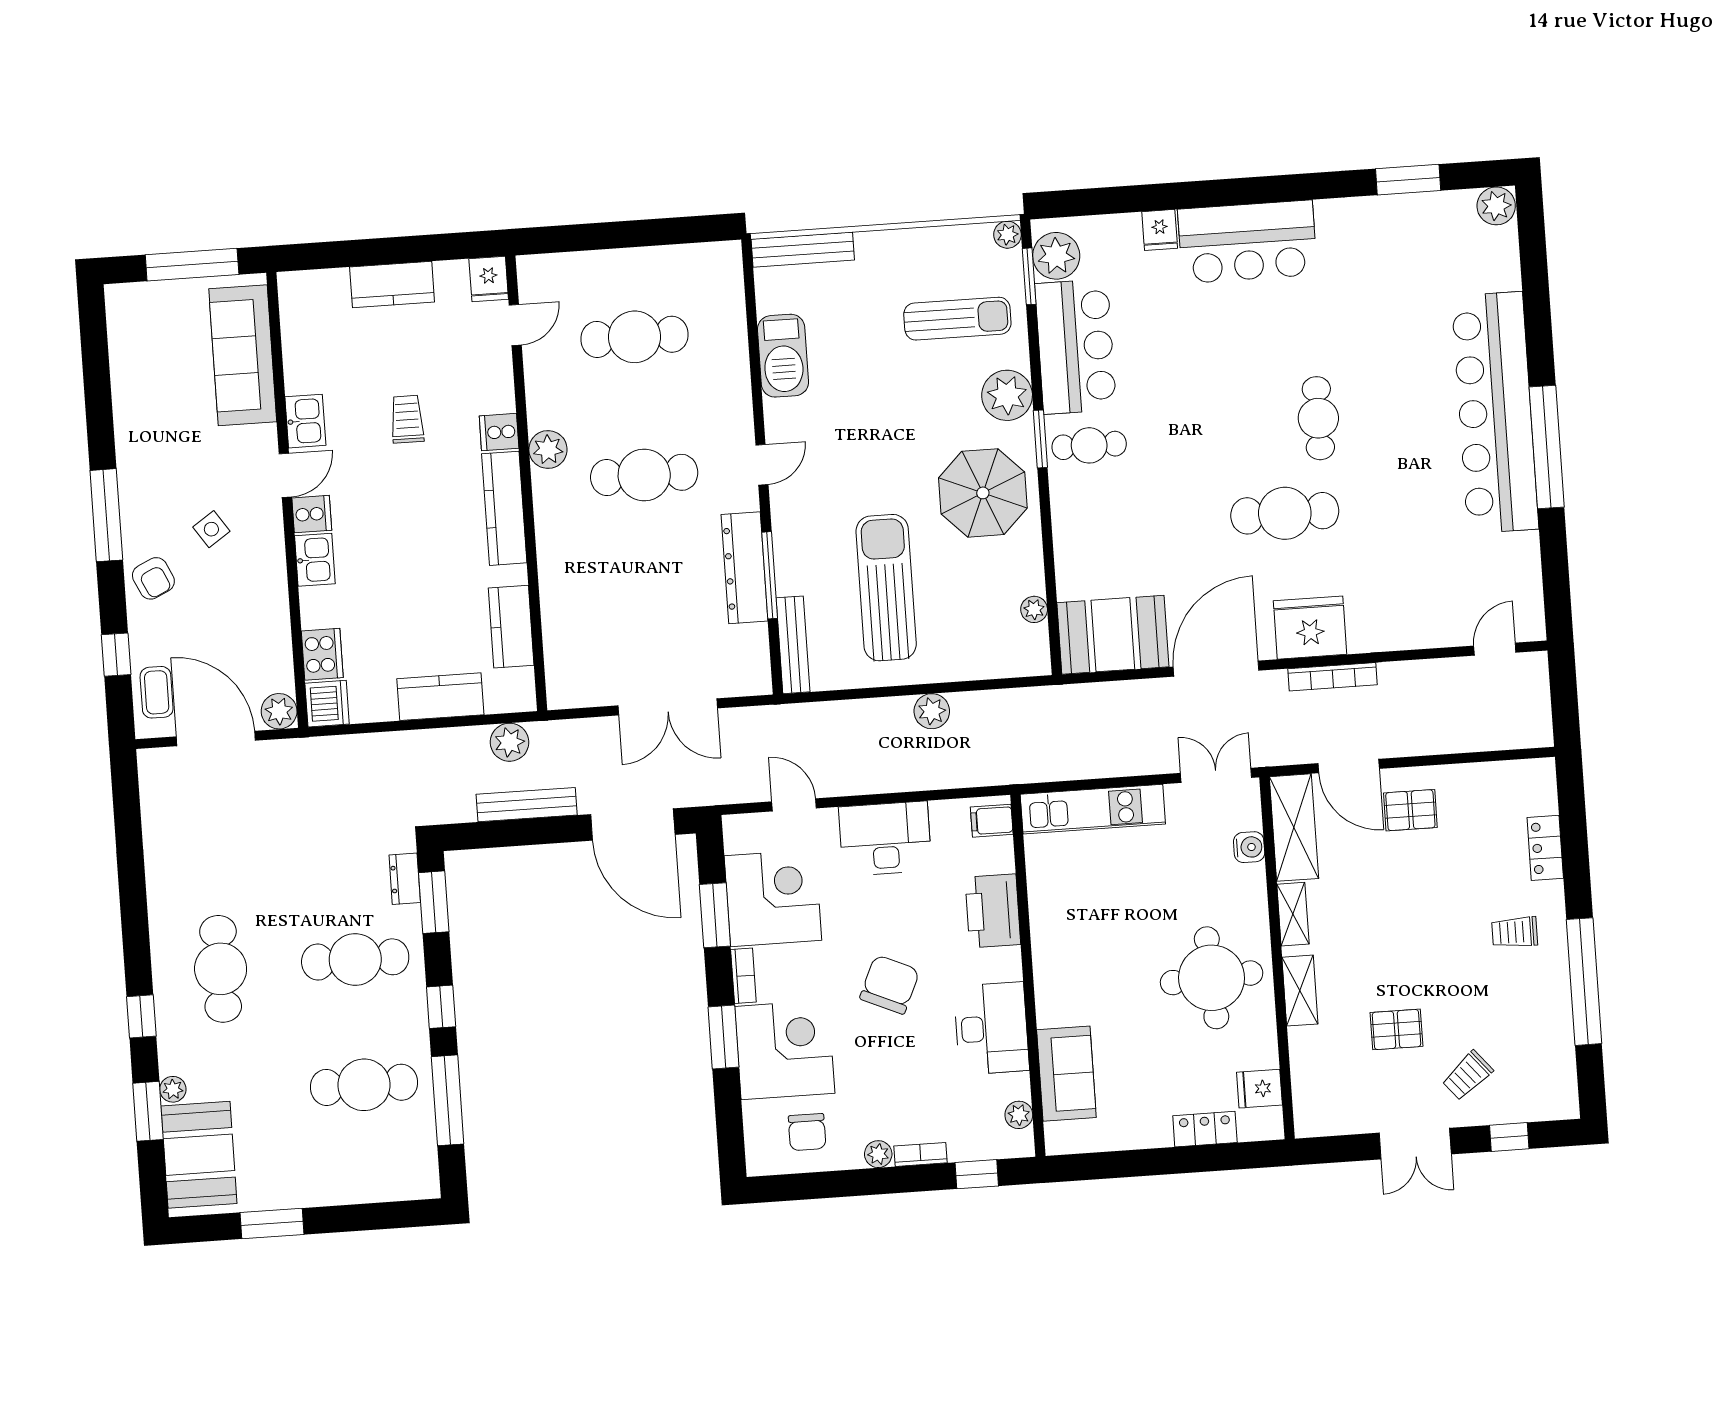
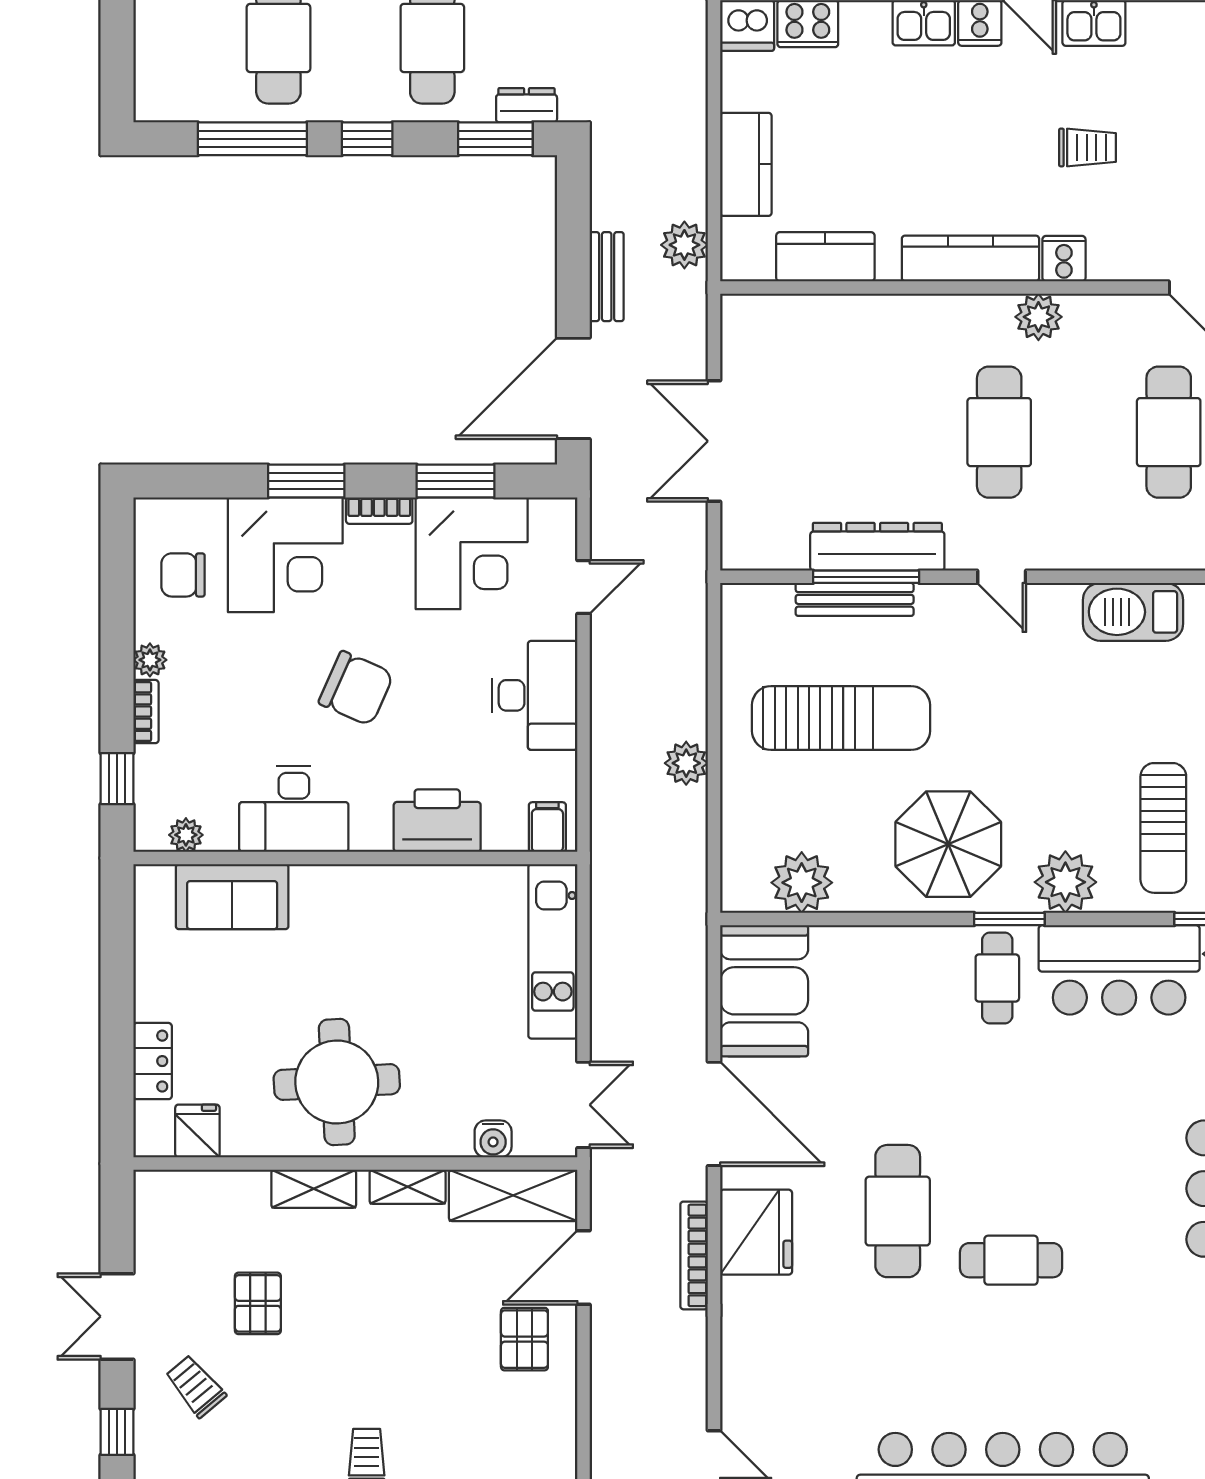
plant: (1034, 609) -> (802, 883), width x1.88, depth x1.88
bench: (793, 645) -> (855, 599), moved
bench: (527, 805) -> (607, 277), width x0.73

